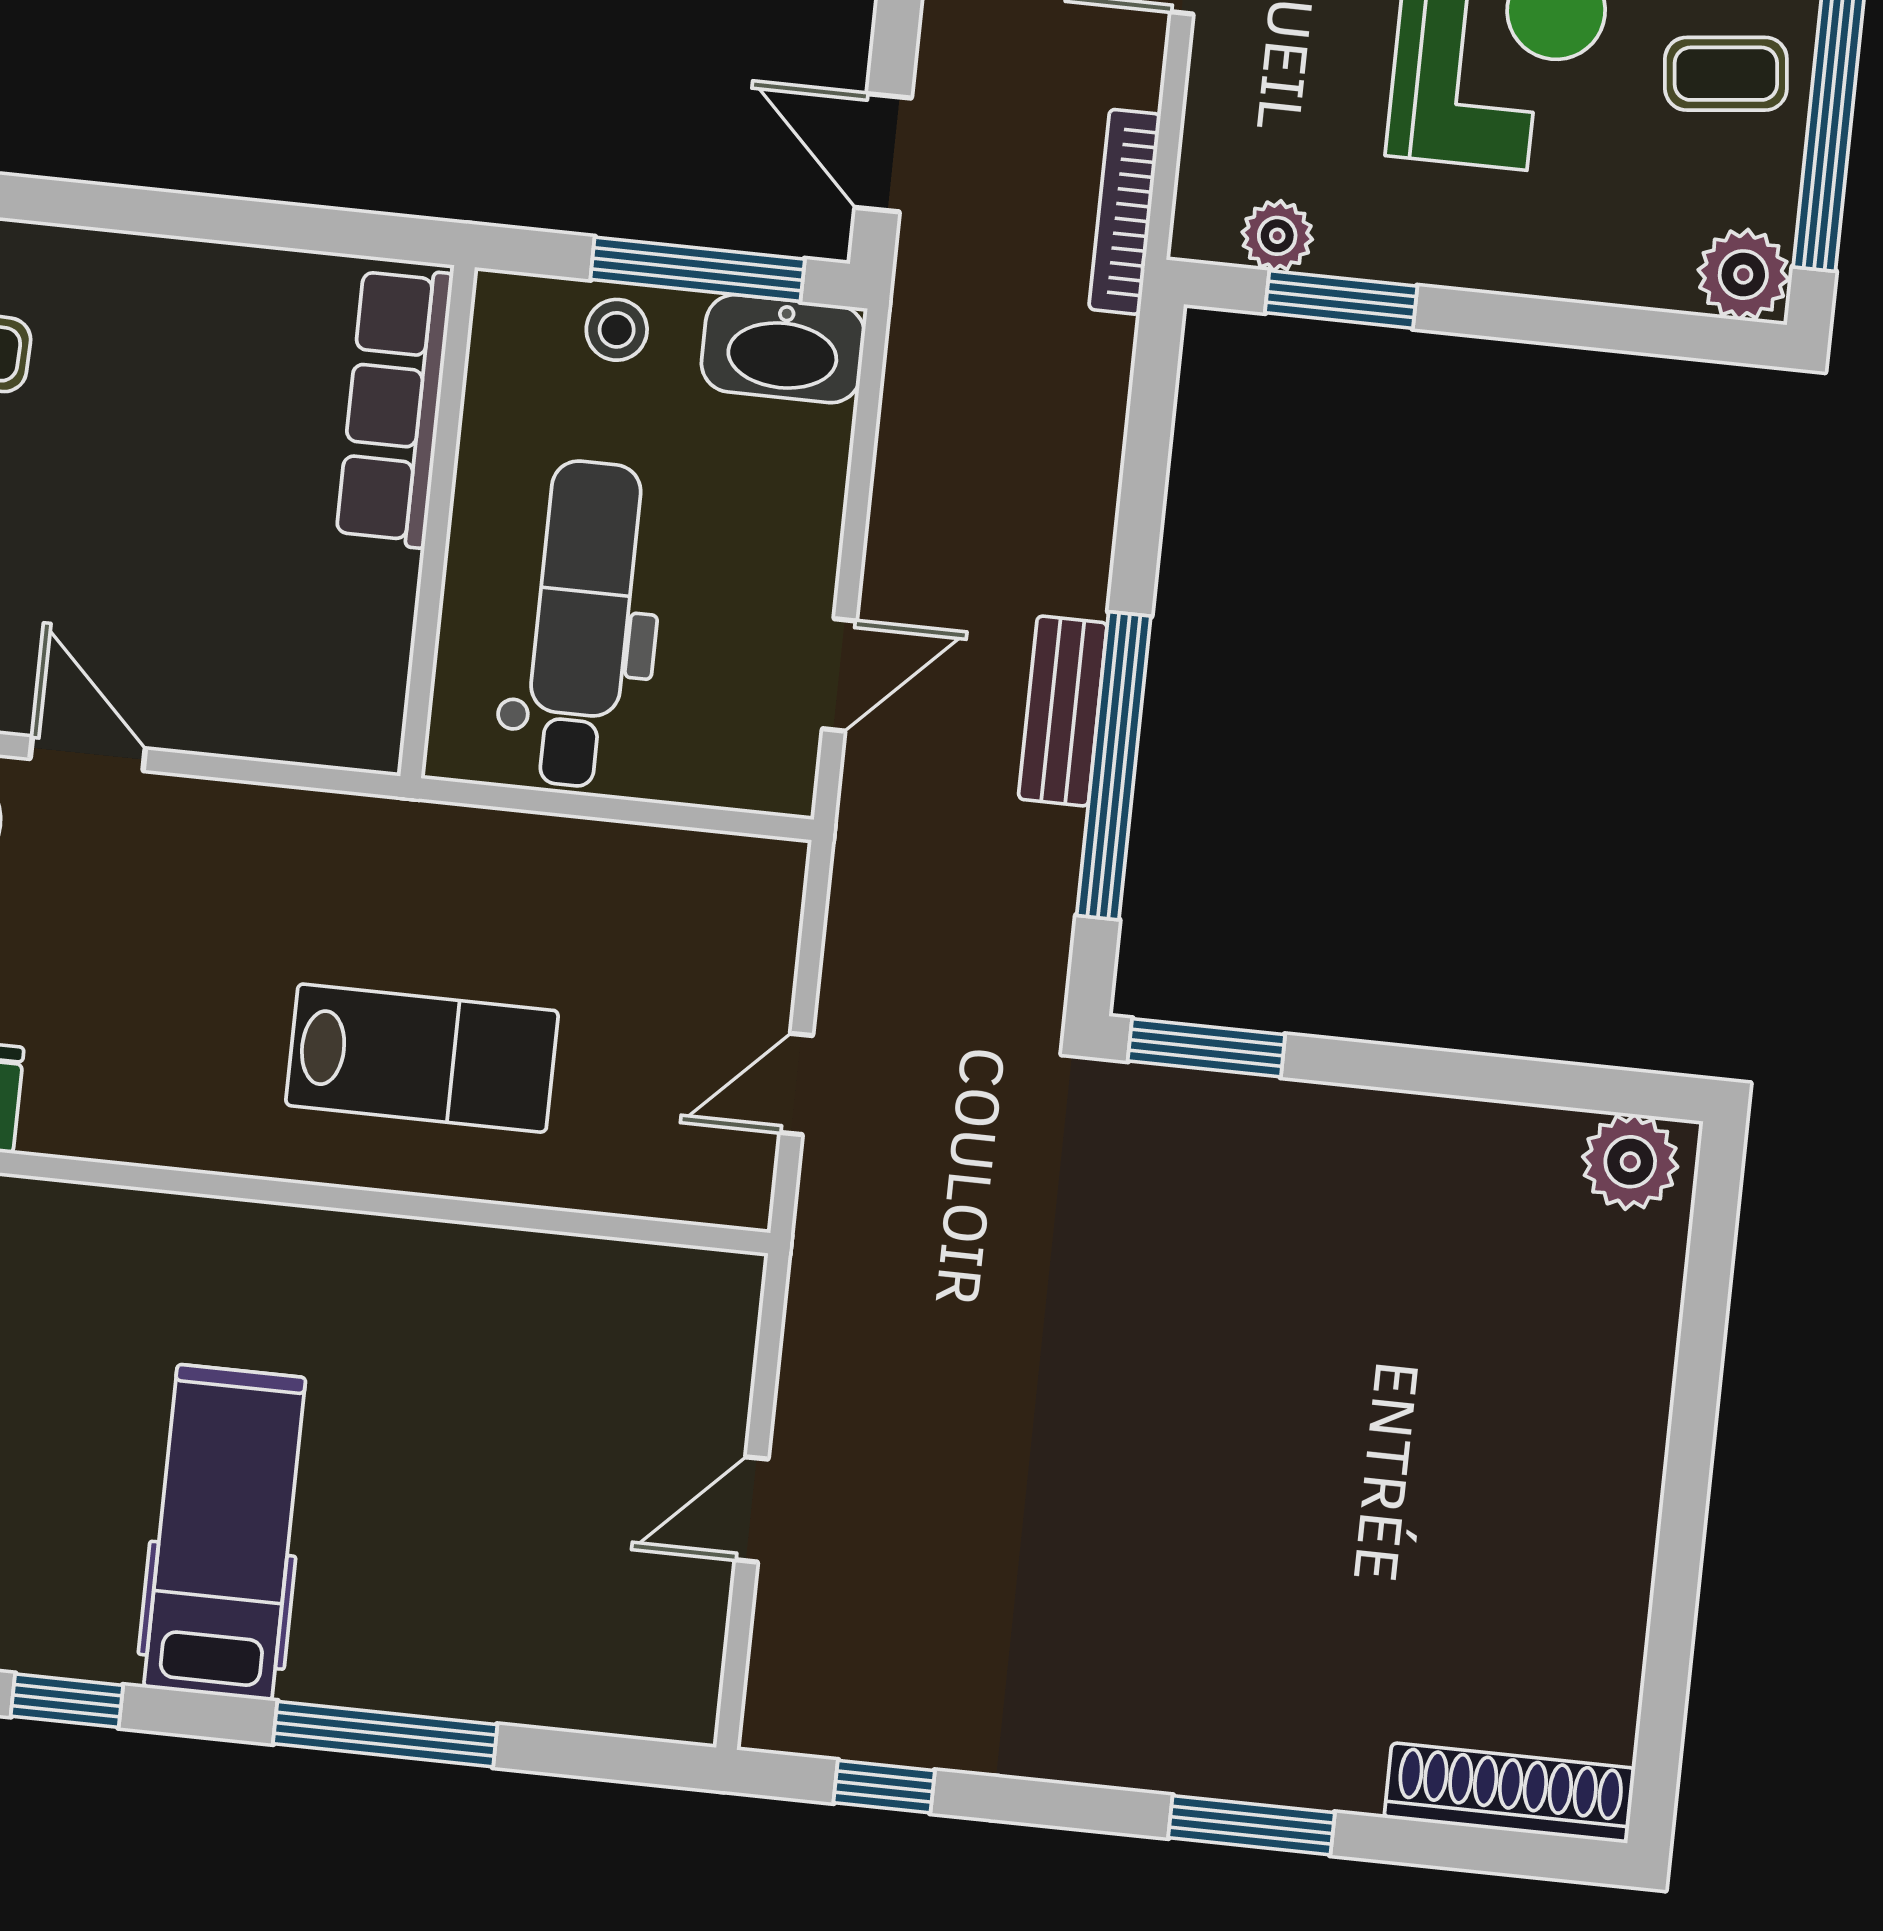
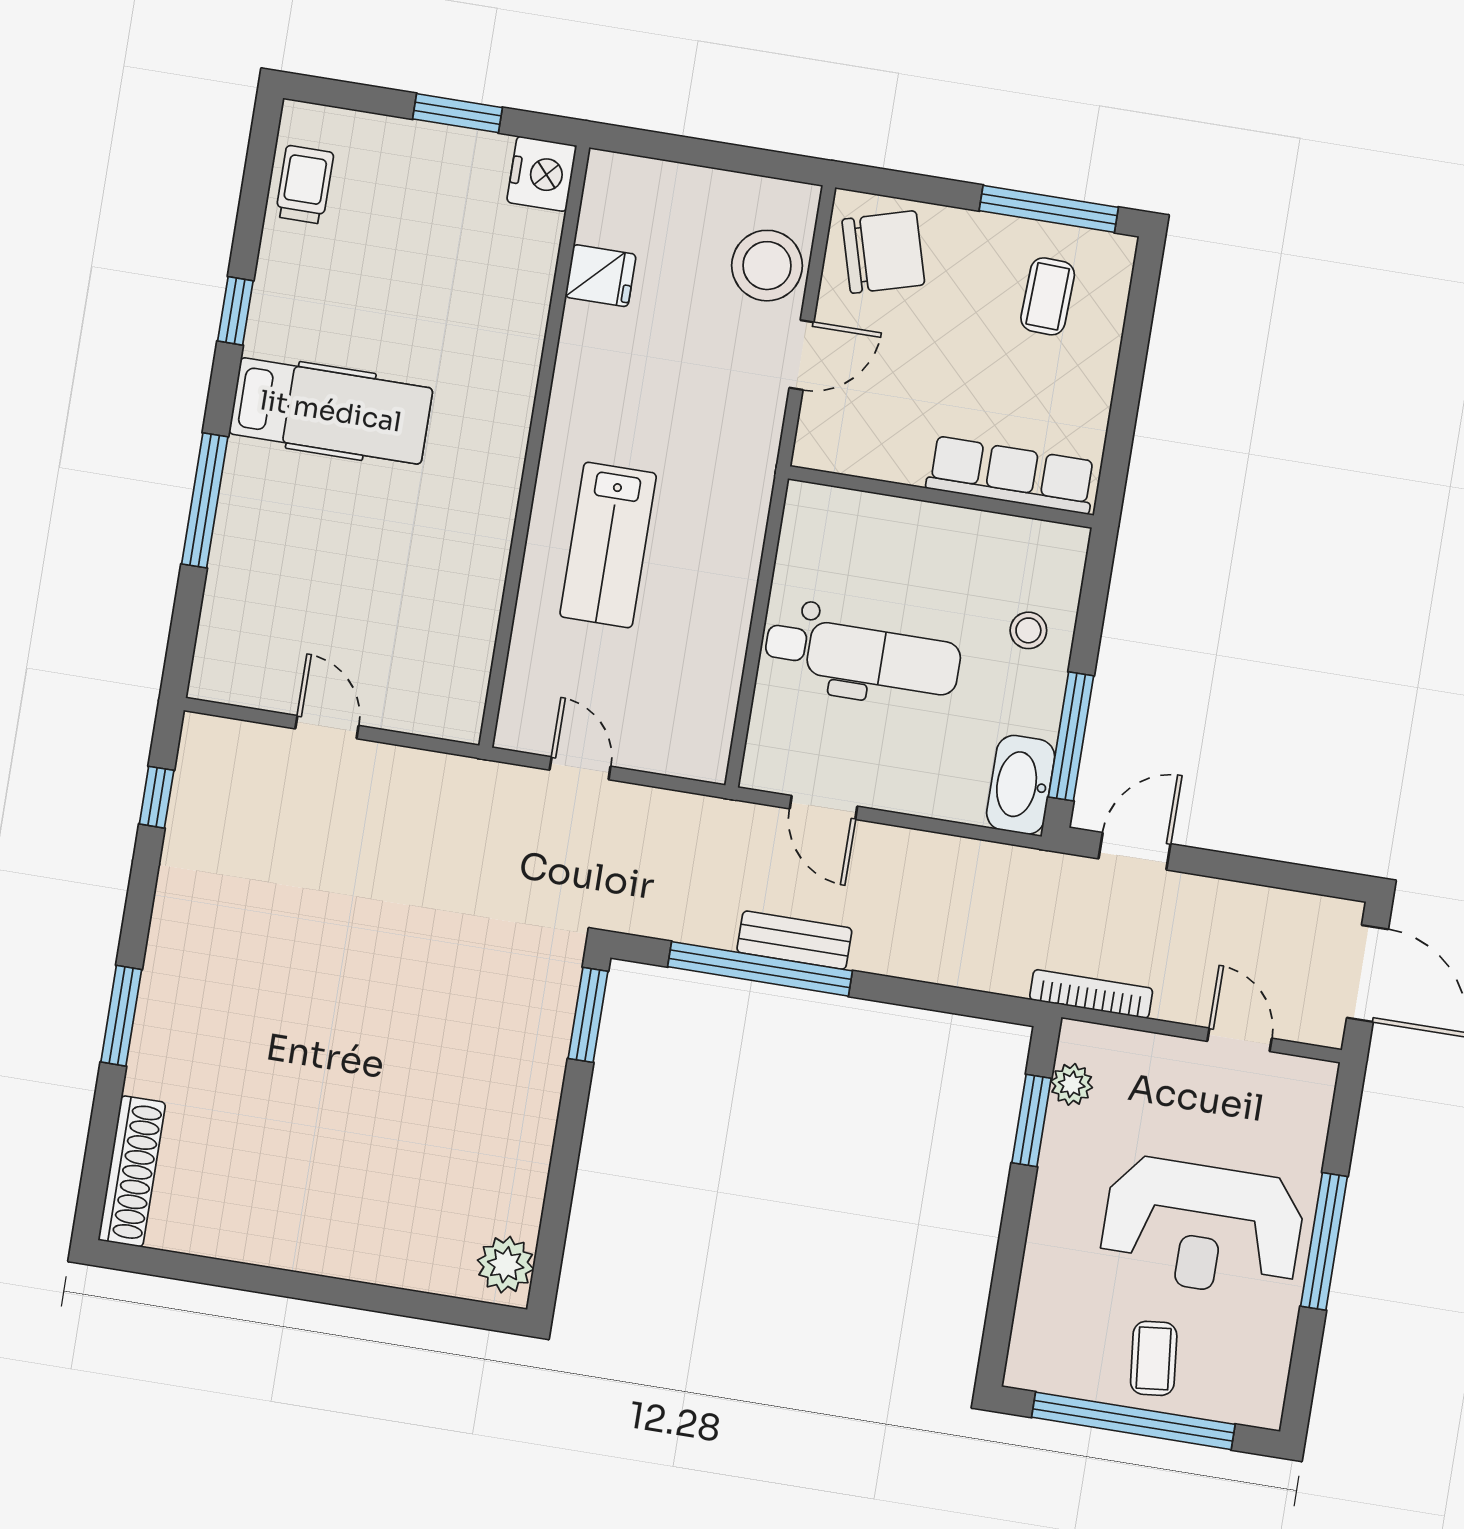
plant: (1743, 275) -> (1033, 1362), removed
stool: (617, 330) -> (1028, 630), moved
row of seats: (394, 407) -> (1011, 475), moved
wall: (438, 522) -> (941, 497), moved

